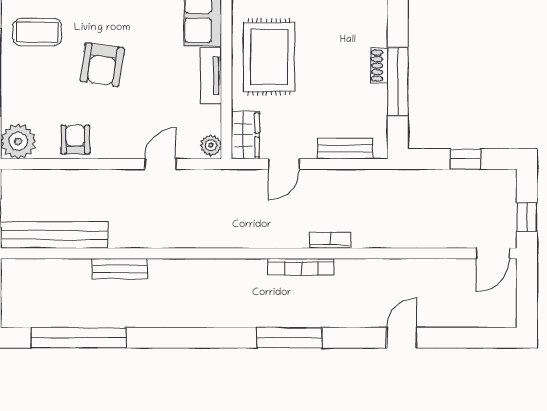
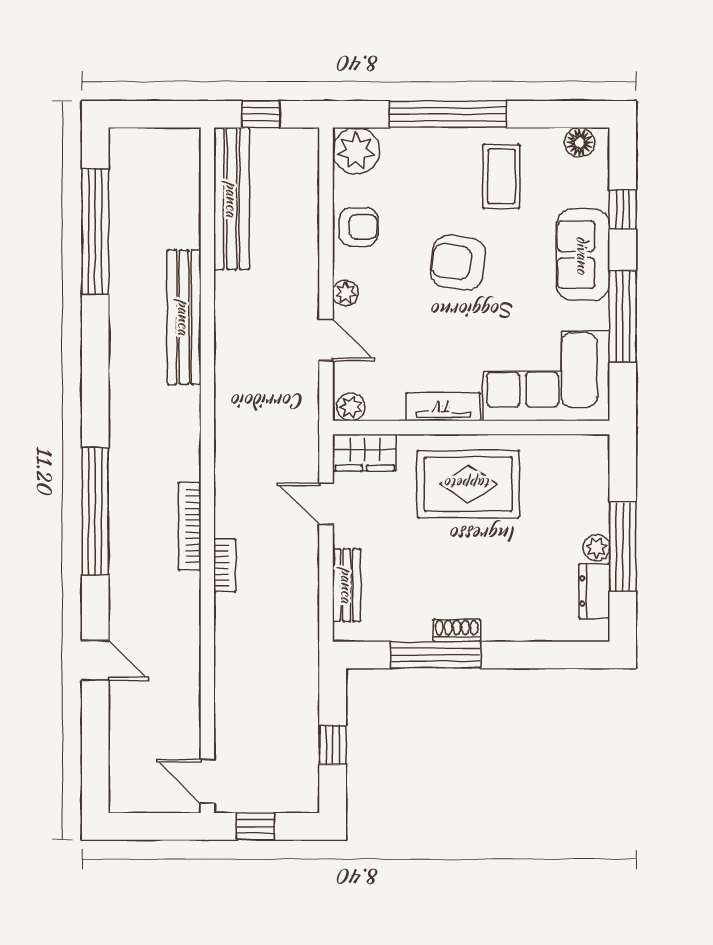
plant: (125, 149) -> (345, 293), added
bench: (120, 269) -> (184, 317), width x1.86, depth x1.21
window: (290, 338) -> (95, 511), width x1.46

